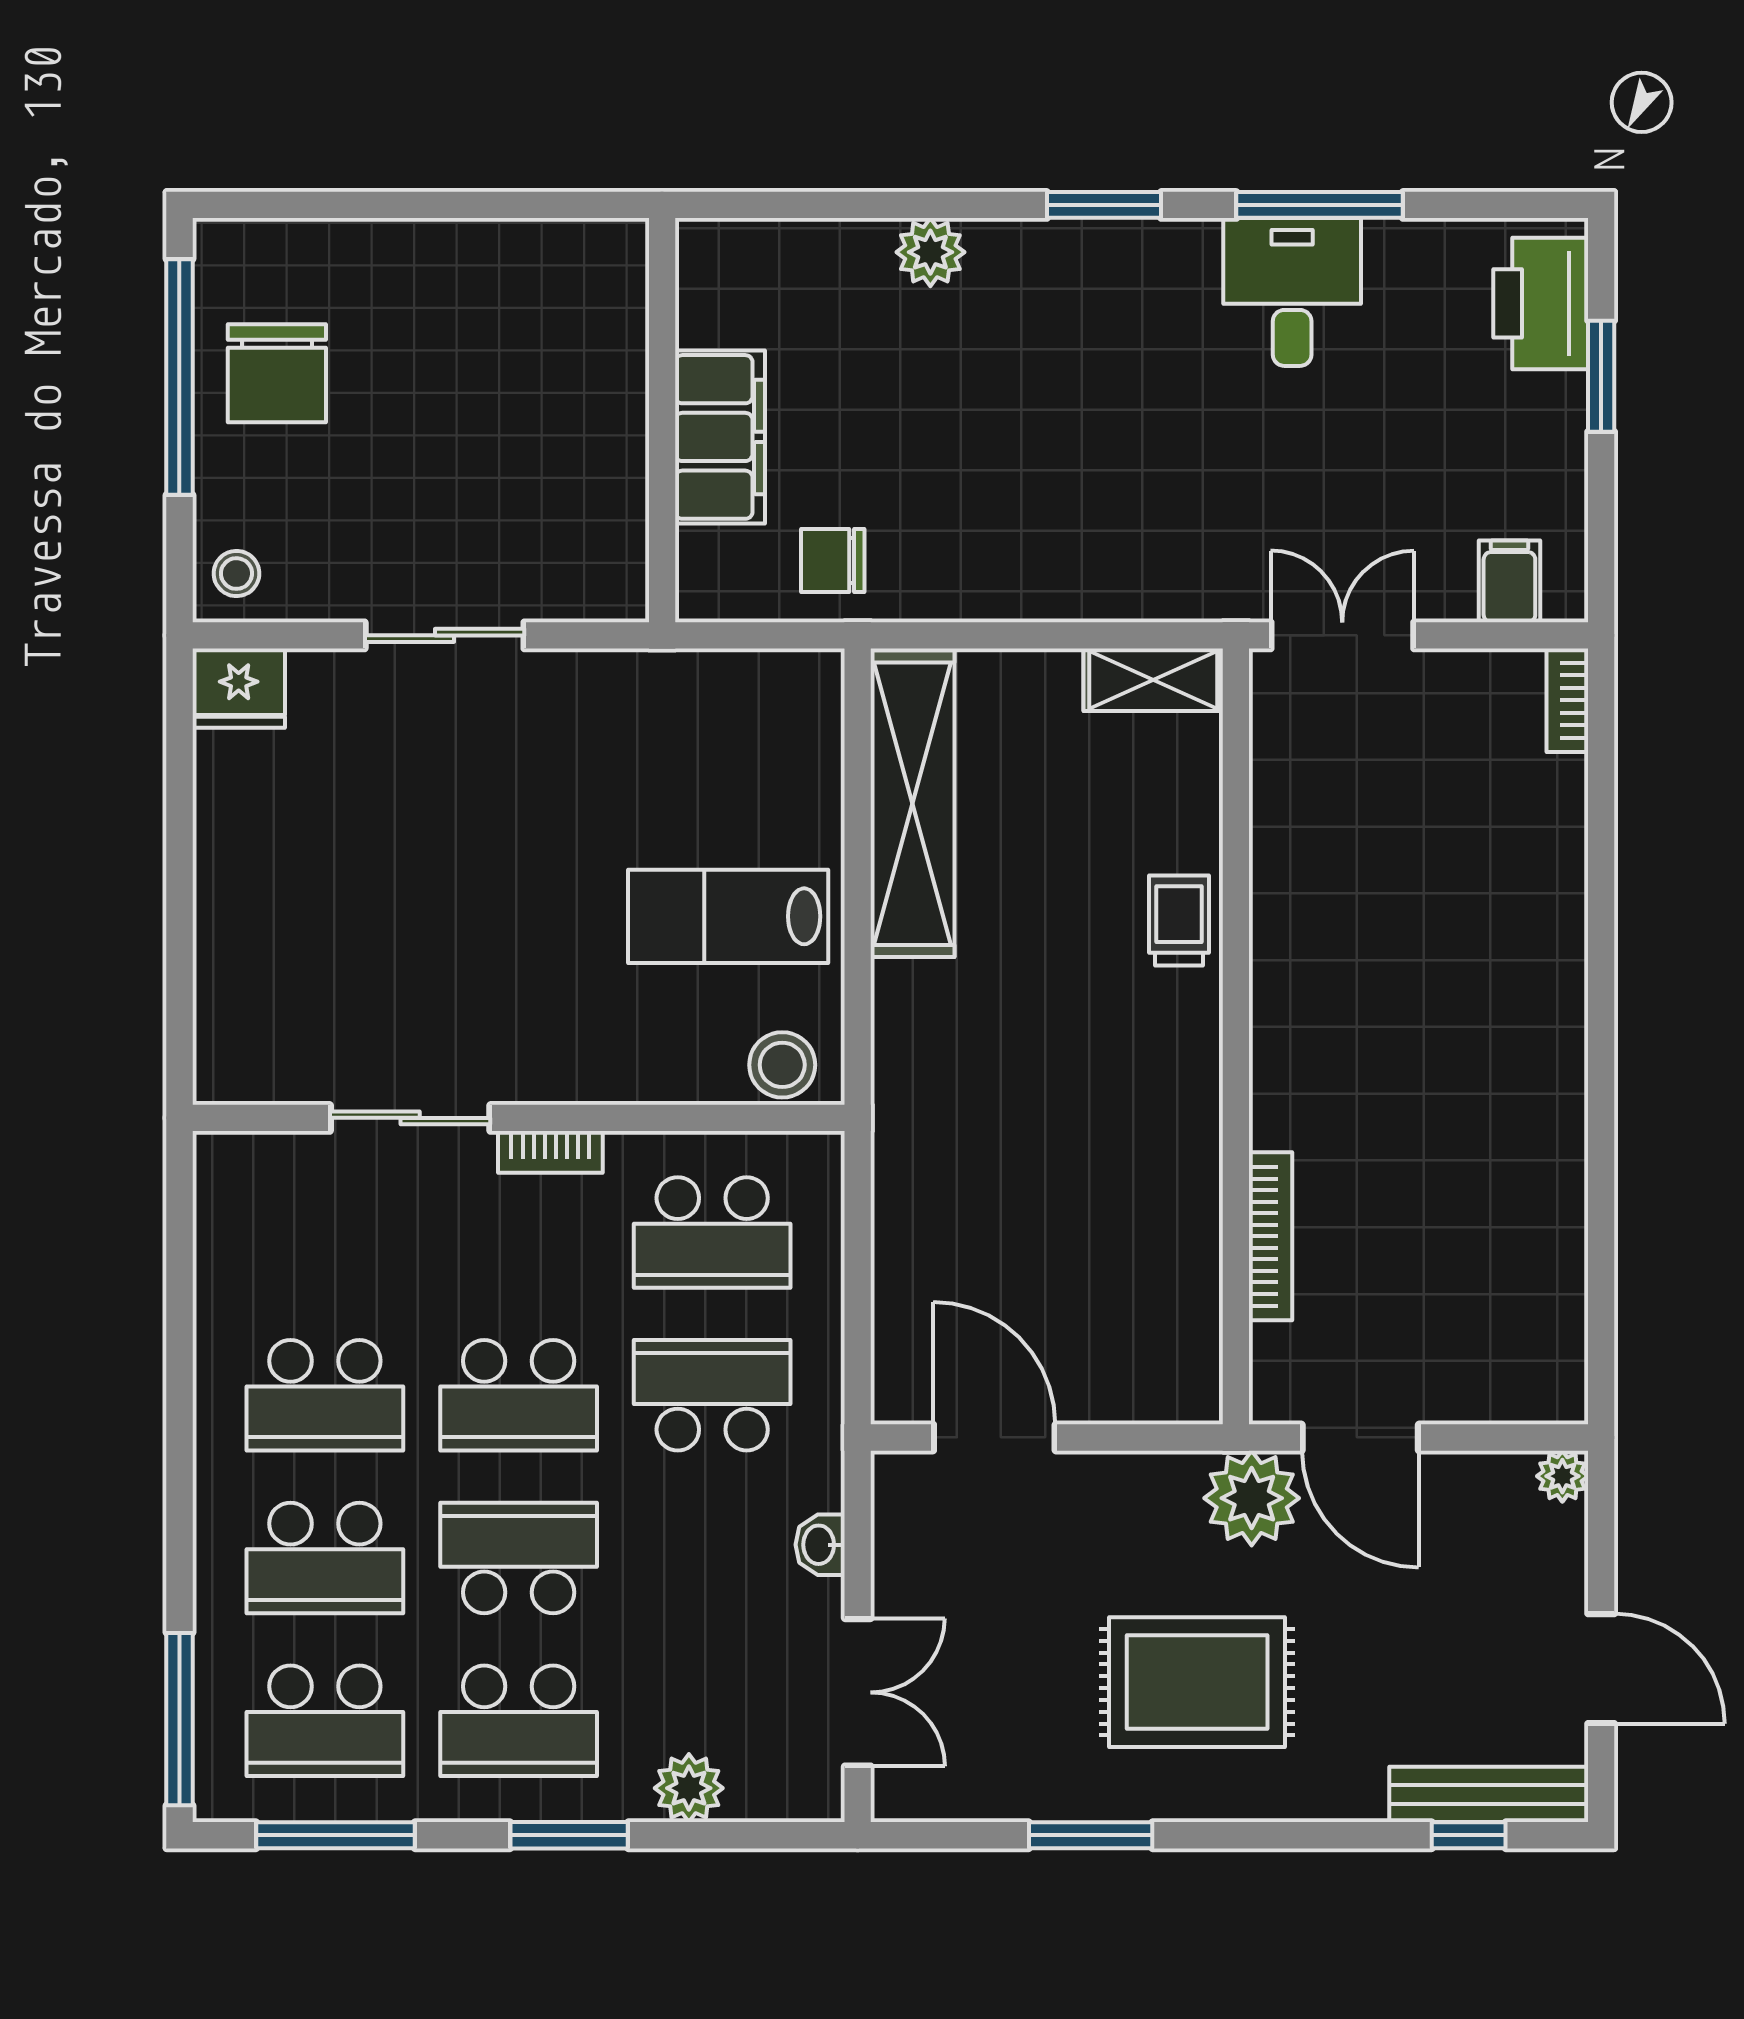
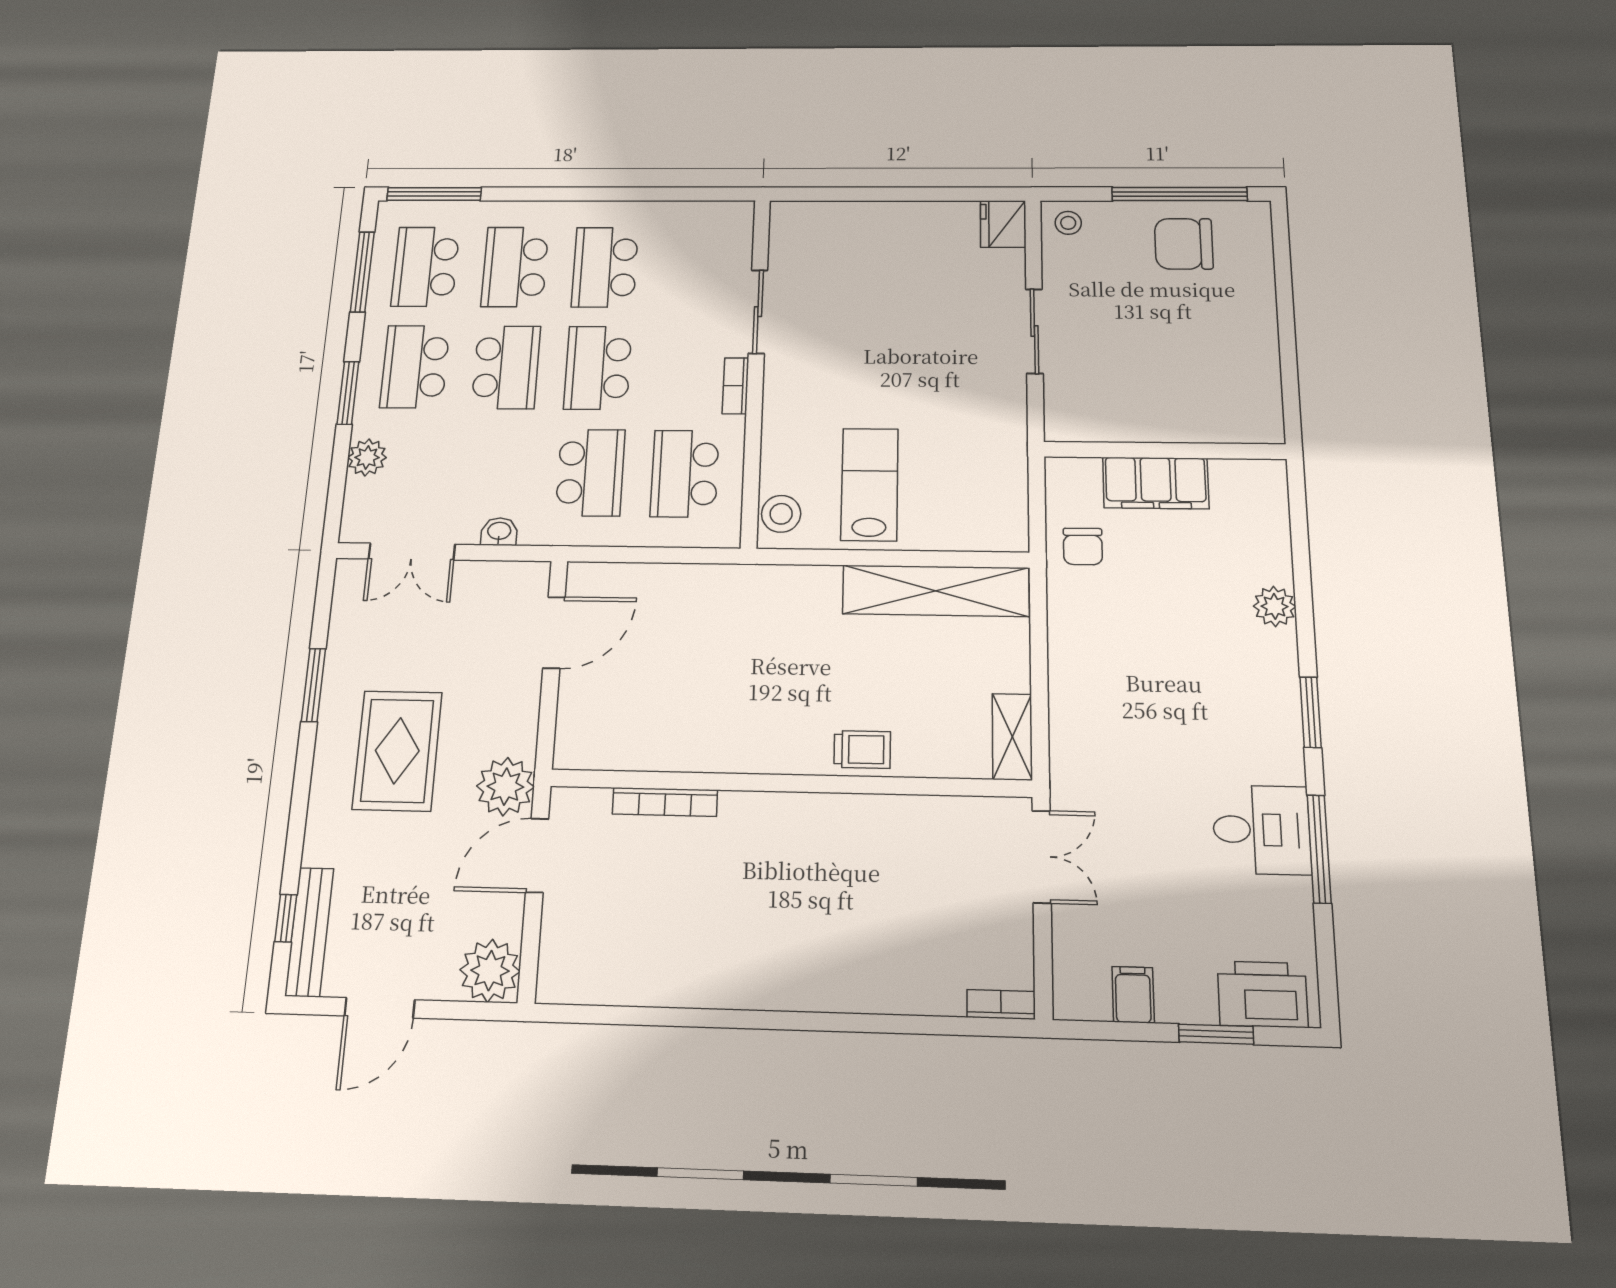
chair: (833, 560) -> (1083, 546), turned 180
filing cabinet: (1509, 581) -> (1133, 995), moved, turned -90
plant: (1562, 1476) -> (490, 971), width x1.87, depth x1.87

